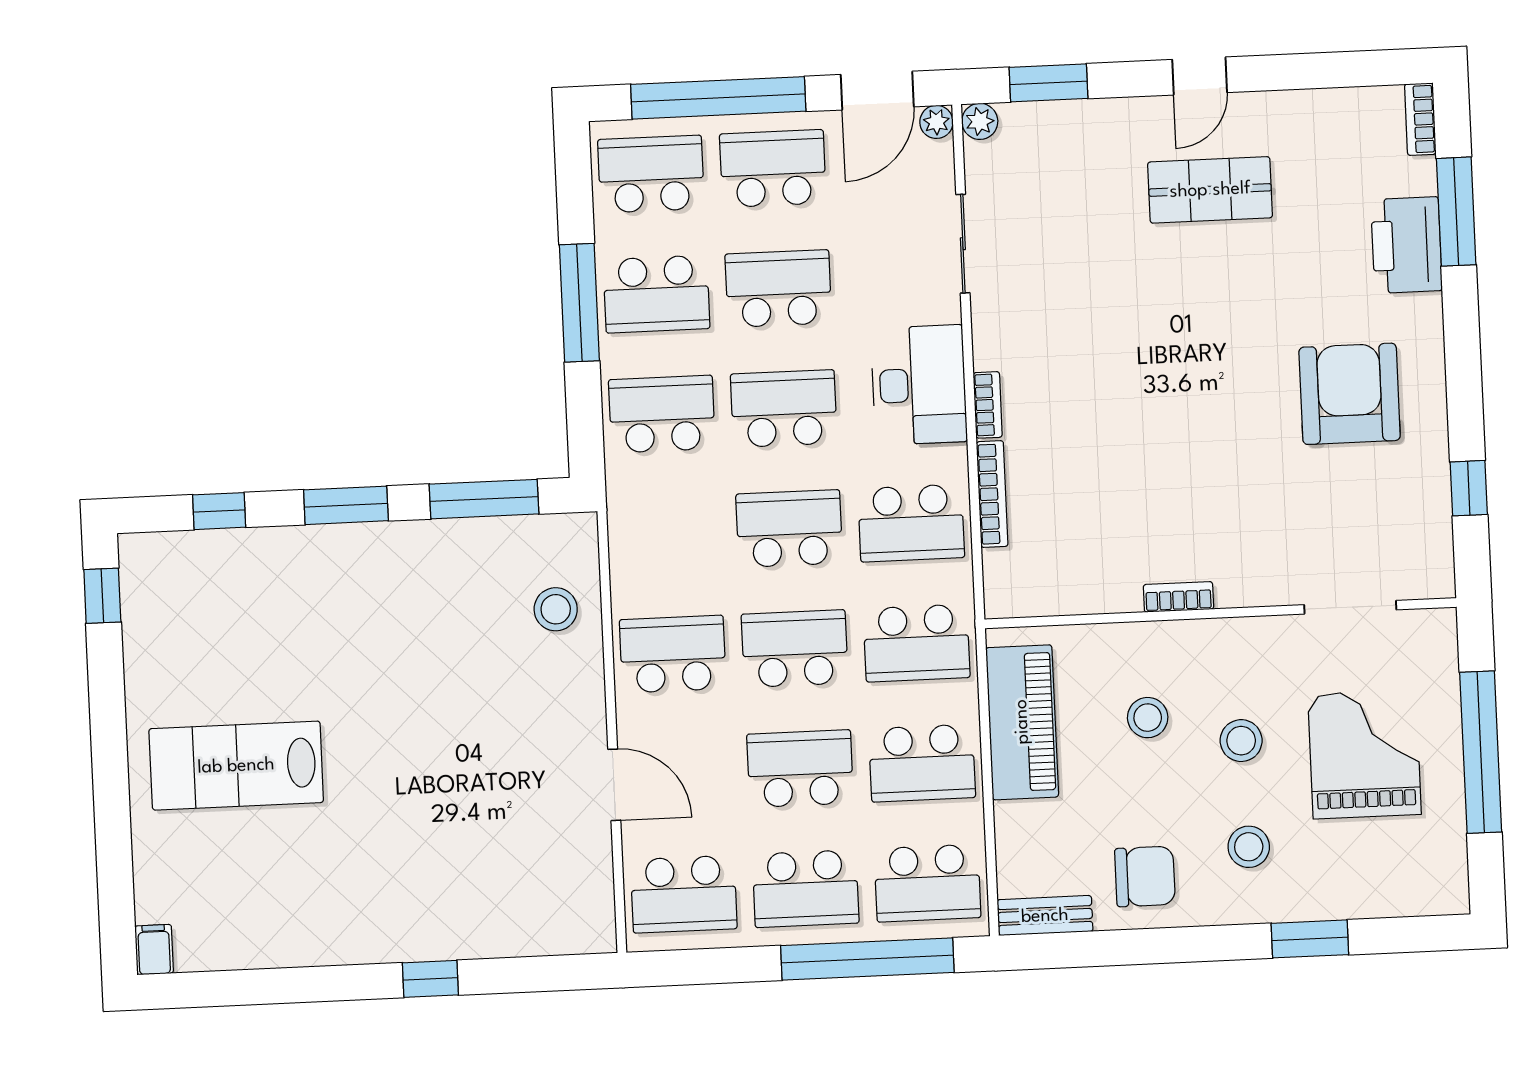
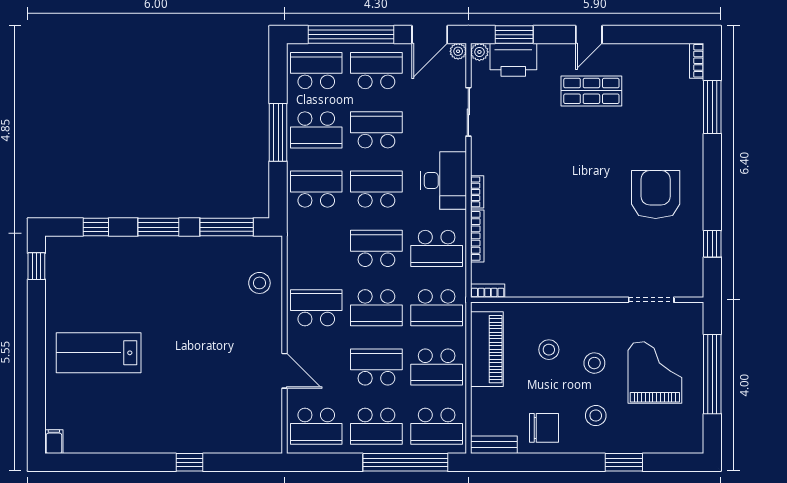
printer: (1406, 245) -> (513, 60), moved, turned -90
bookcase: (1178, 597) -> (488, 291), moved
school desk: (795, 649) -> (376, 308), turned 180

